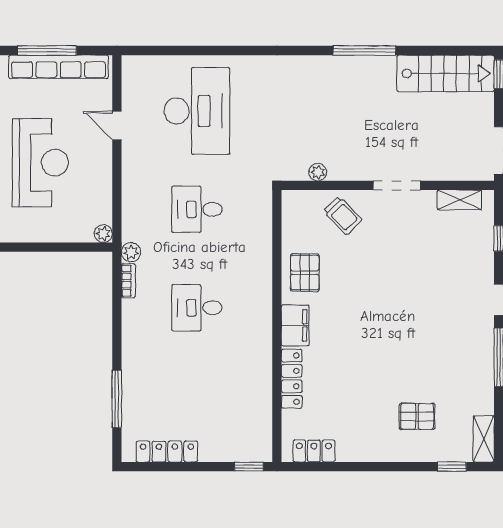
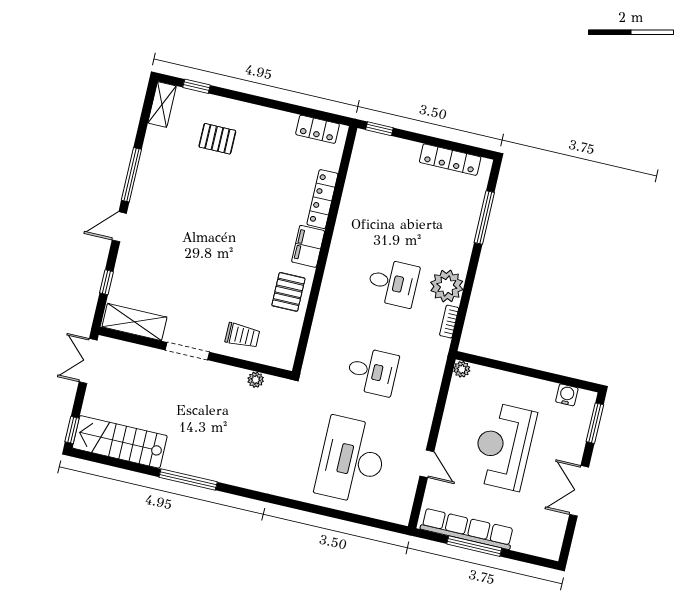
shelving: (459, 200) -> (134, 322), width x1.50, depth x1.33
trolley: (343, 215) -> (242, 336), turned 134
plant: (131, 252) -> (447, 286), moved, width x1.88, depth x1.88

